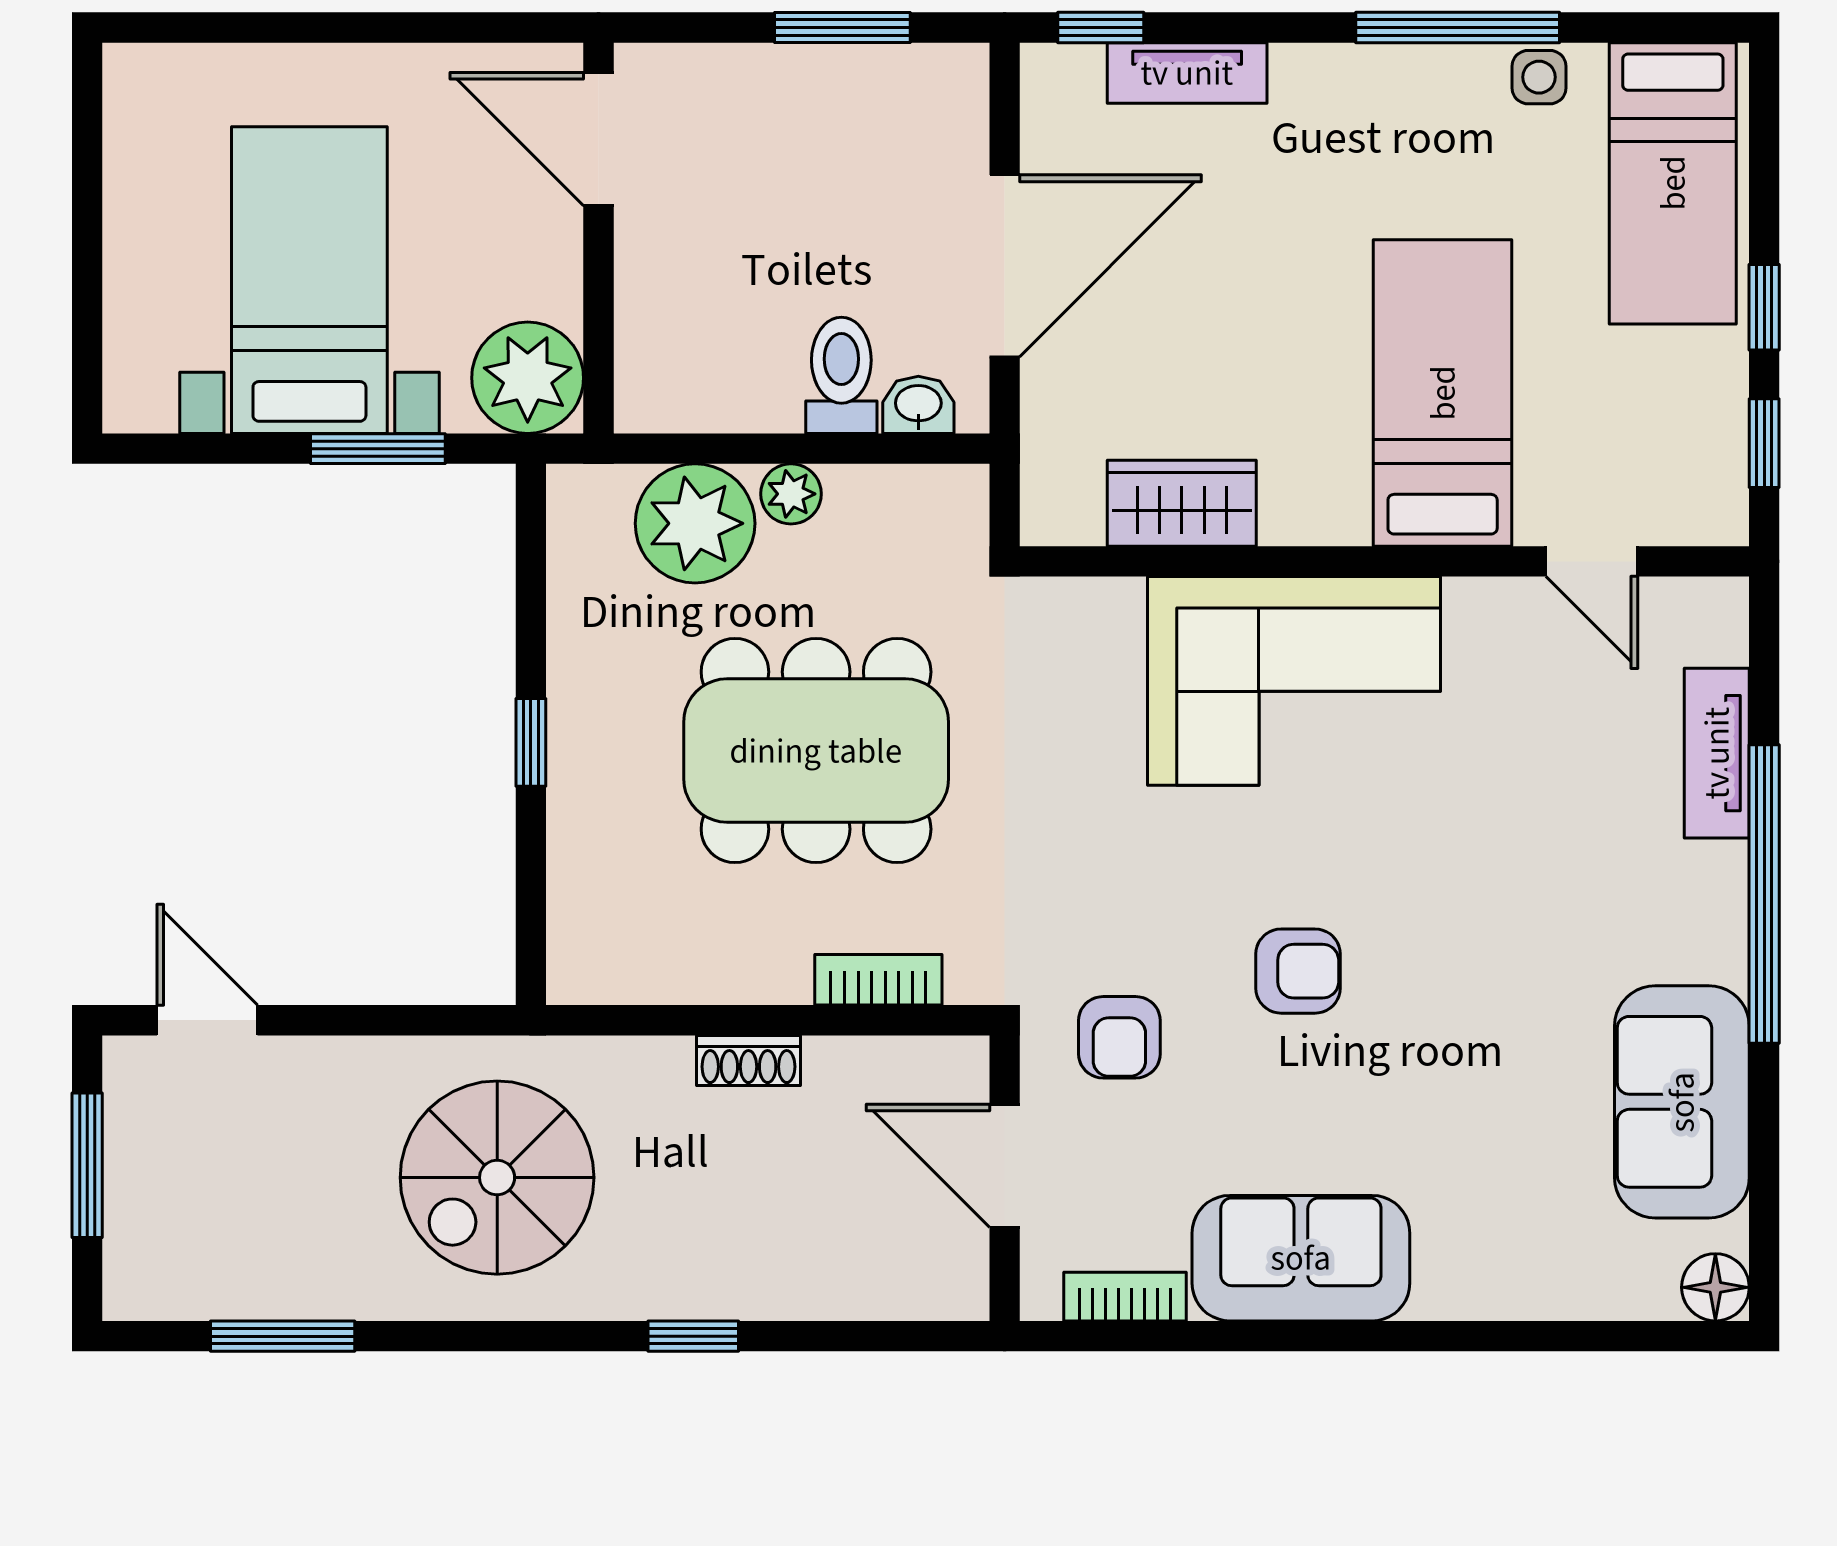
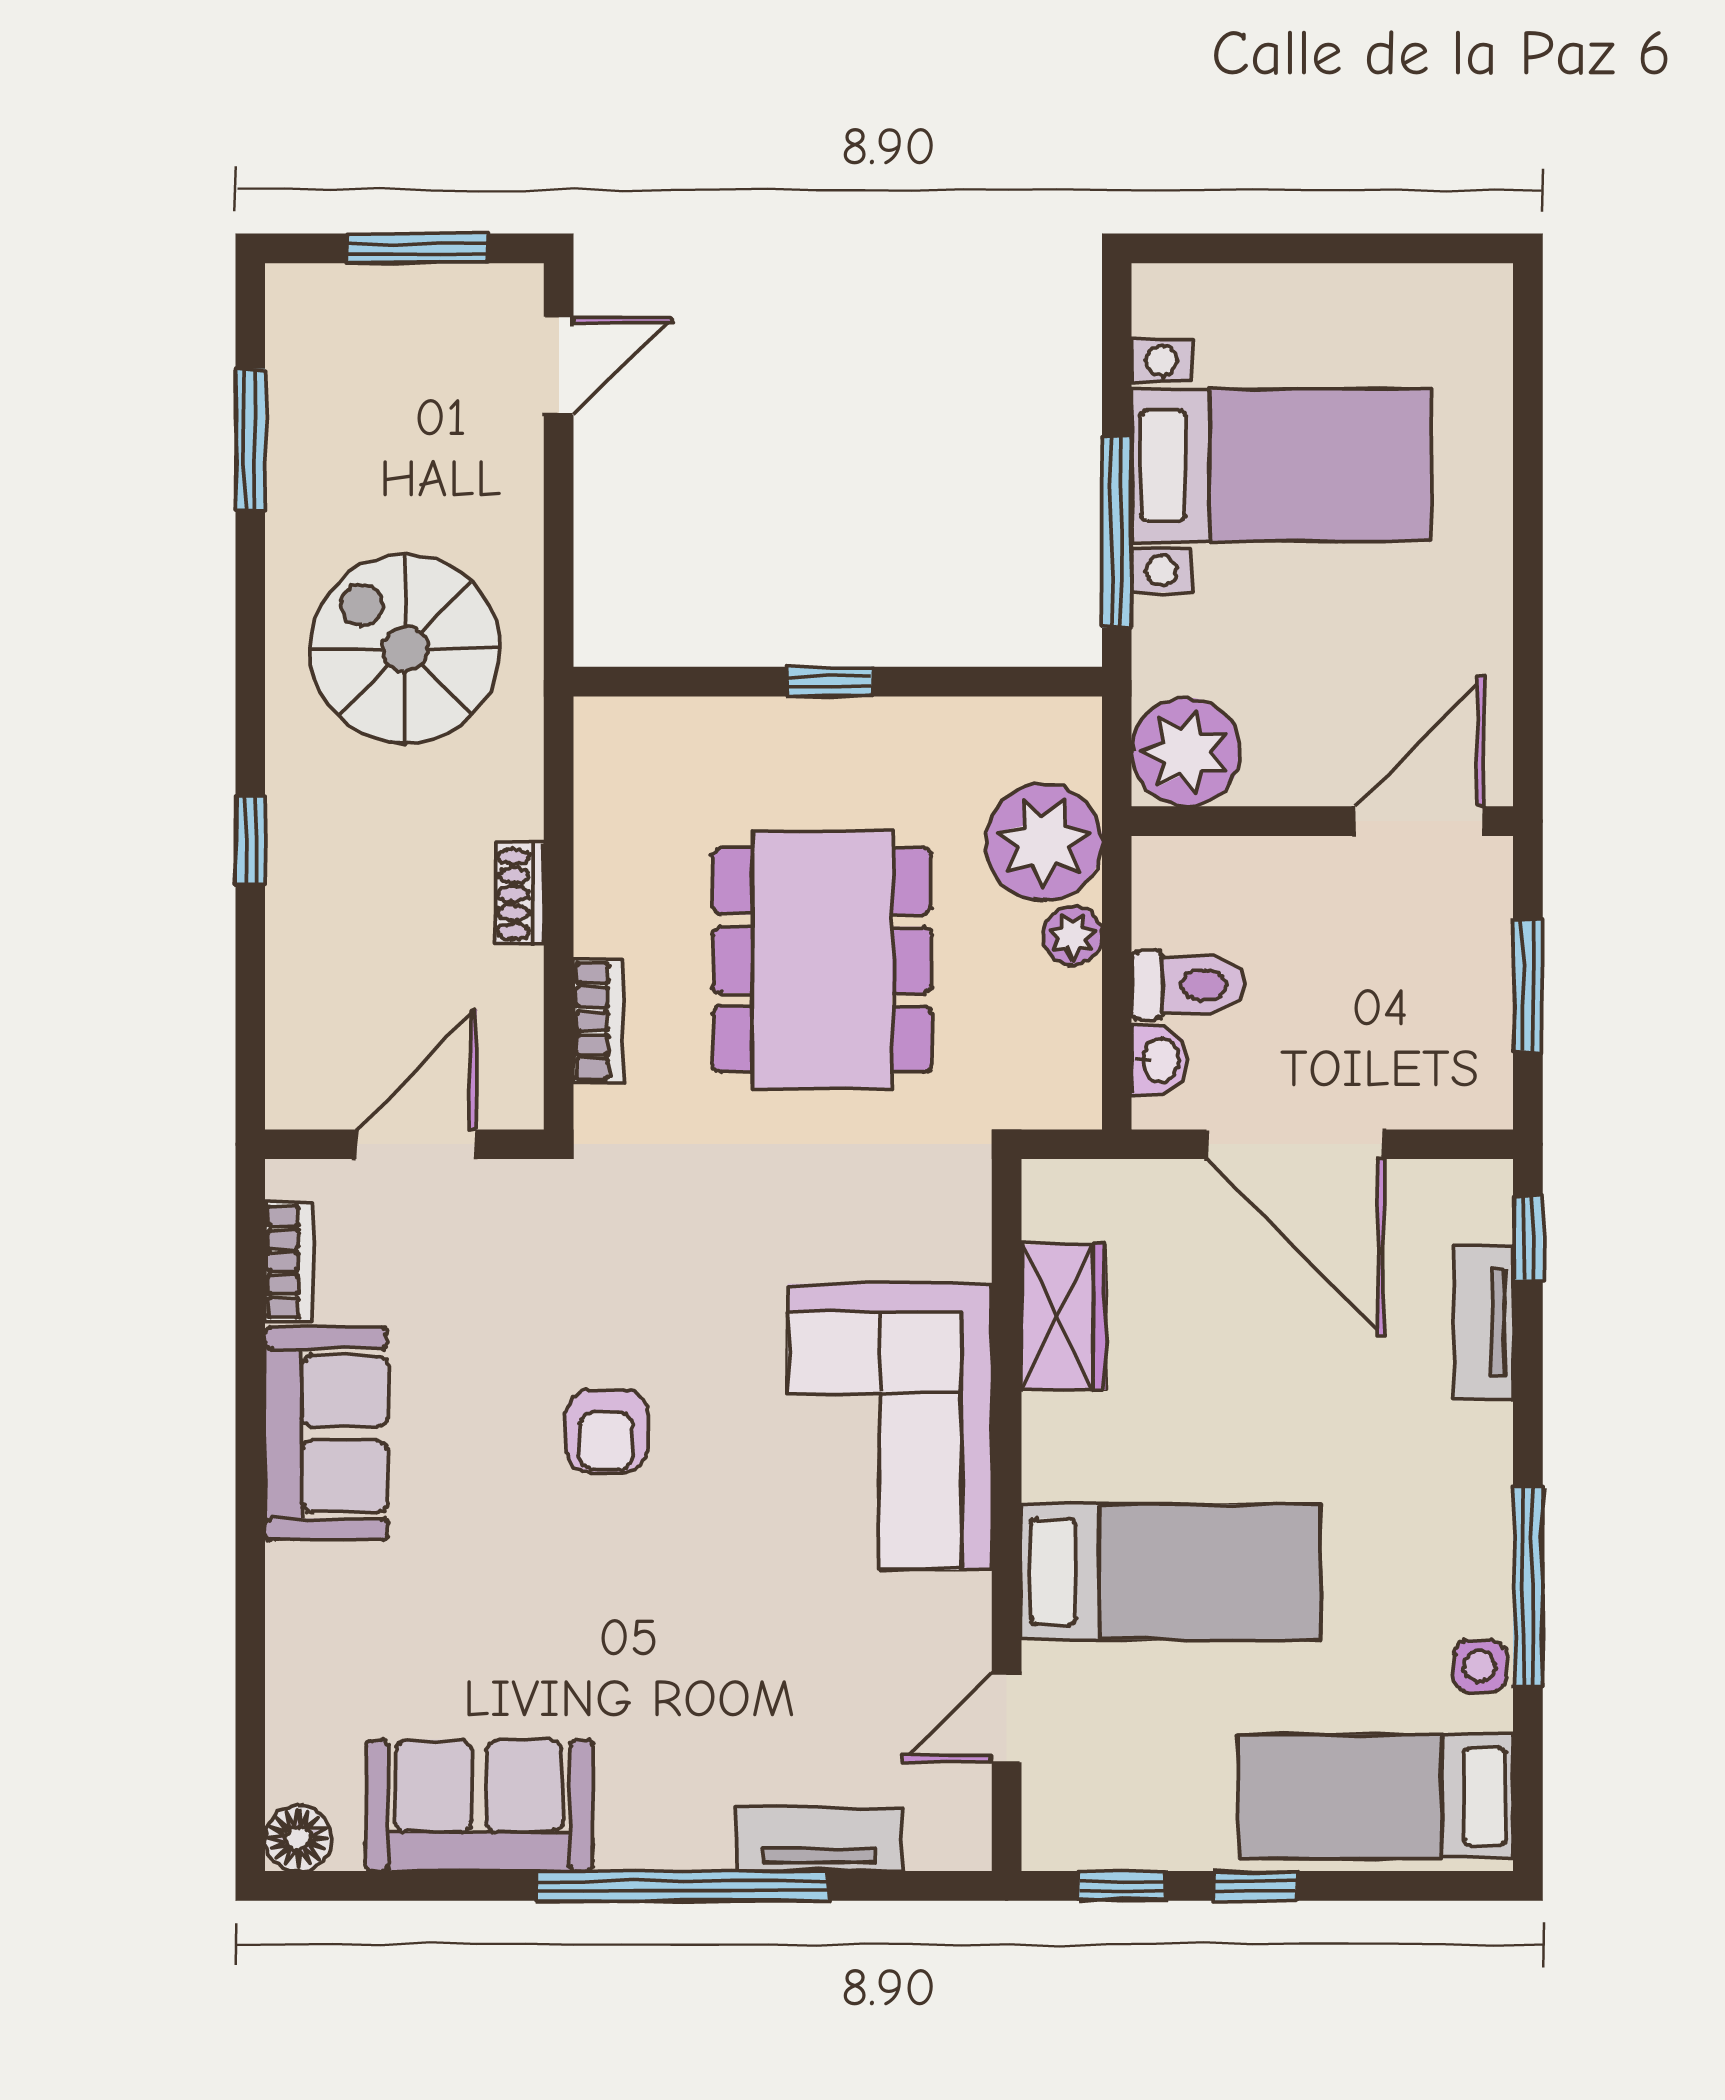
door: (598, 139) -> (1419, 821), moved
wall: (598, 238) -> (1322, 821), moved
plant: (528, 378) -> (1186, 752), moved
window: (378, 449) -> (1117, 532), width x1.44
armchair: (1119, 1037) -> (542, 1256), removed

